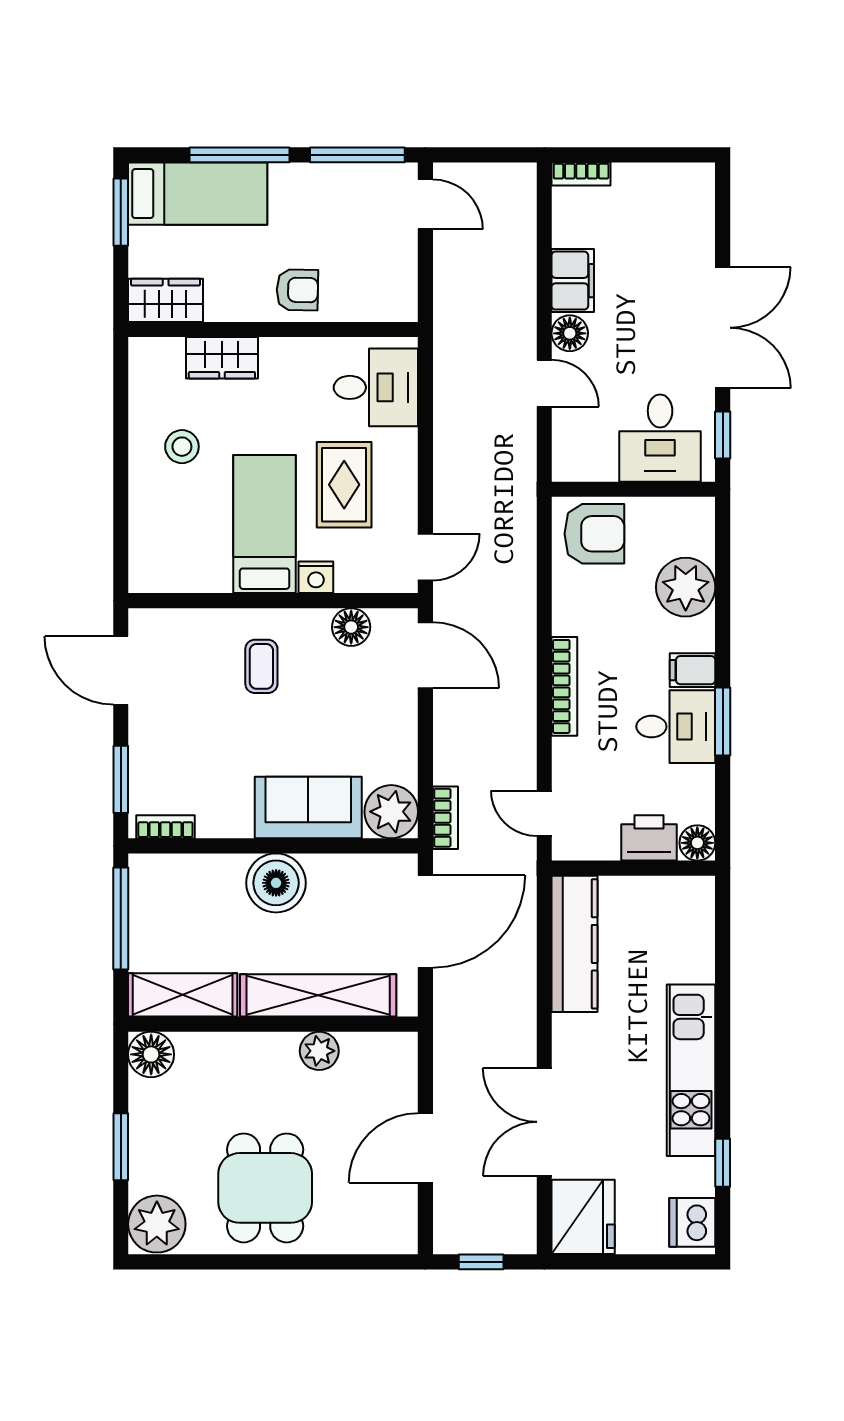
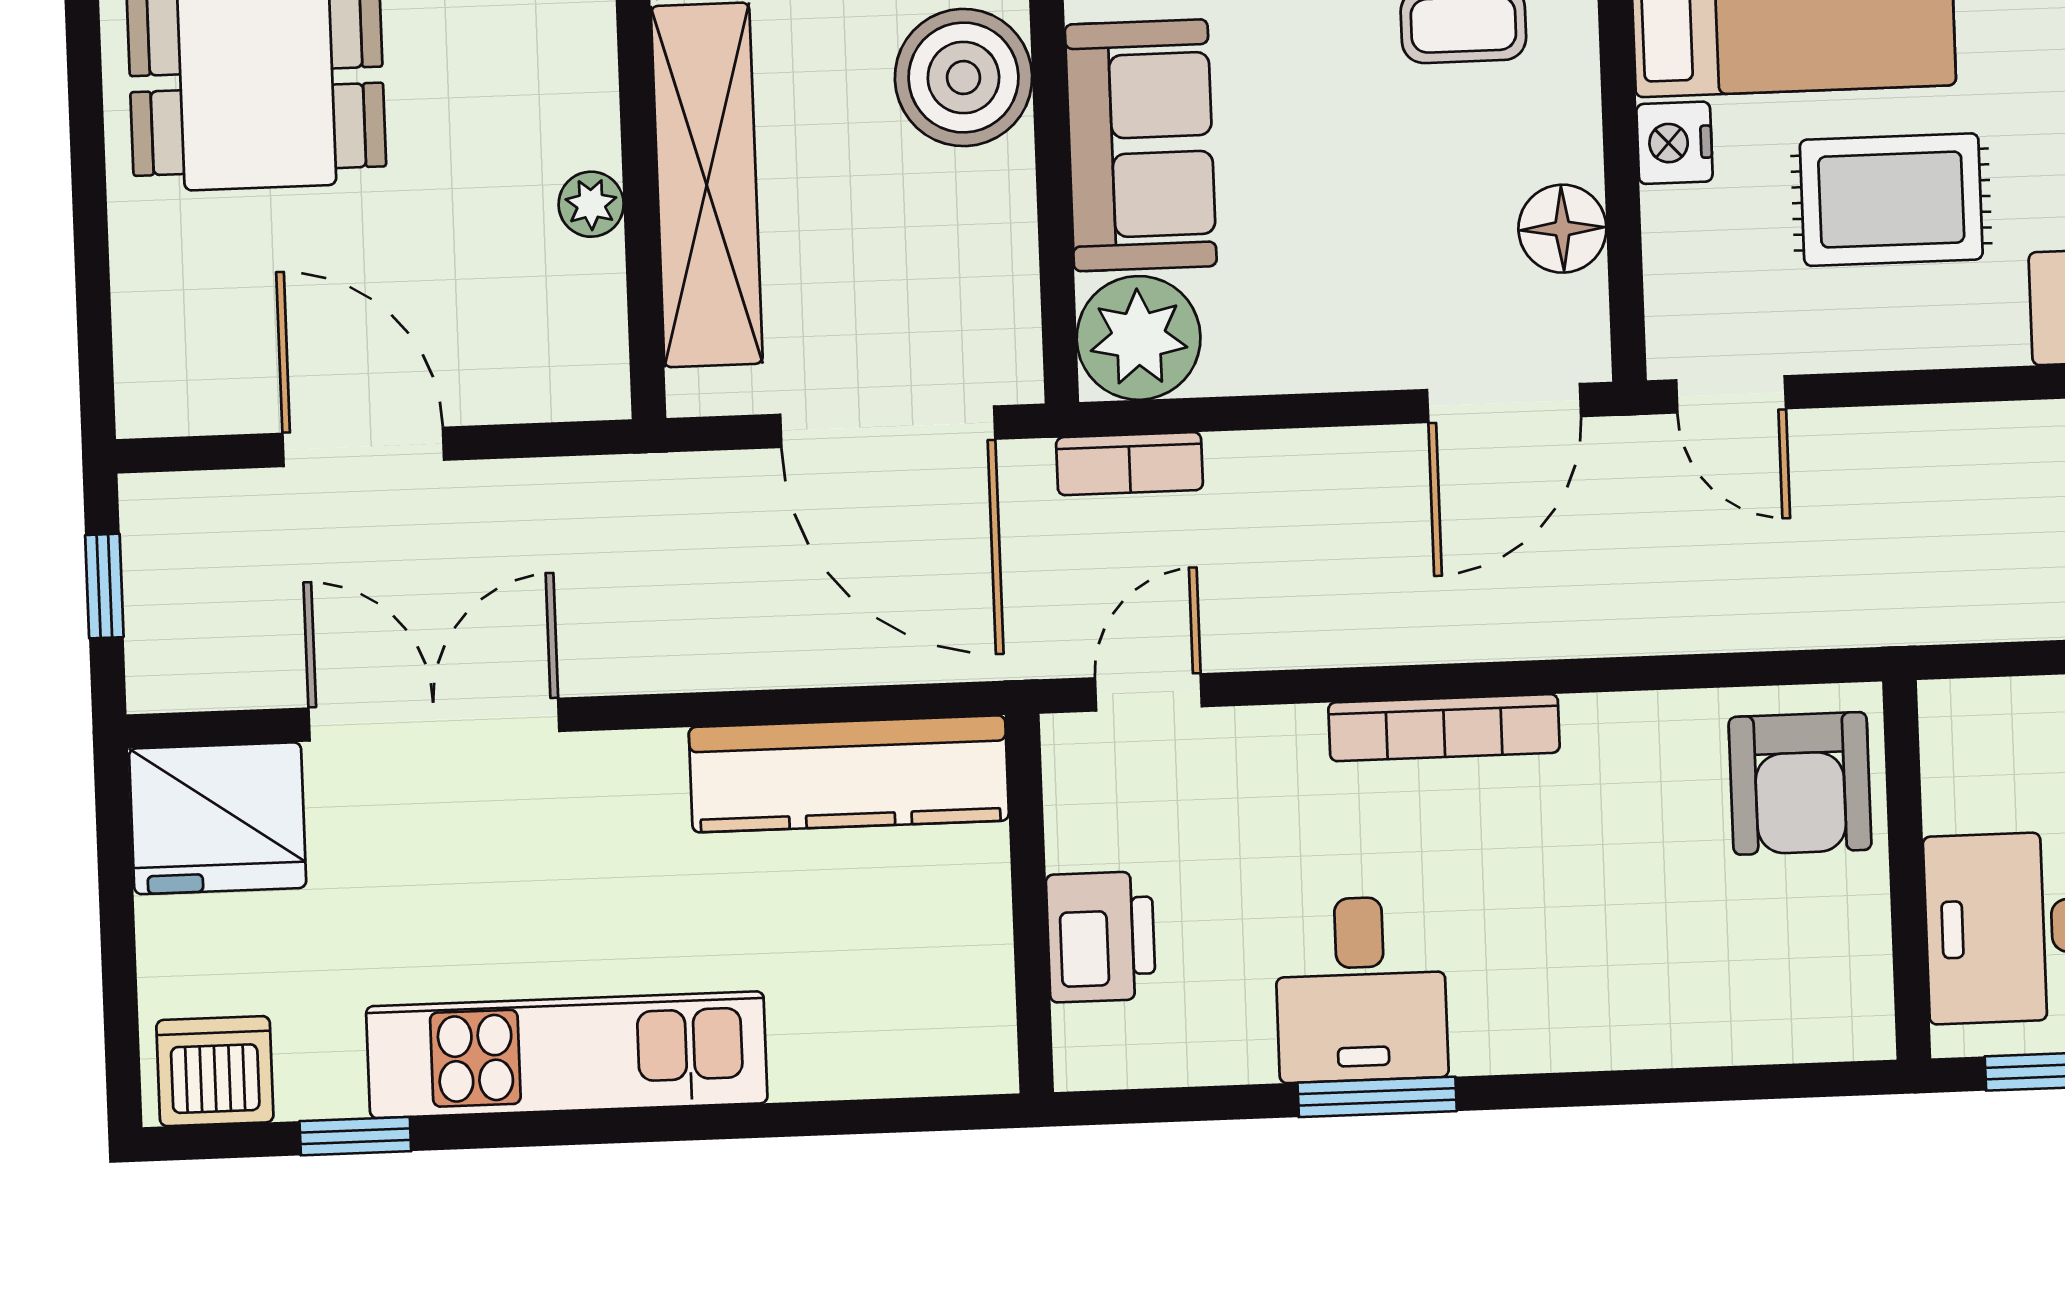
plant: (686, 587) -> (1685, 999), removed
filing cabinet: (692, 670) -> (1493, 1023), removed
floor lamp: (697, 843) -> (1094, 1049), removed
plant: (319, 1051) -> (591, 204), width x0.73, depth x0.73

